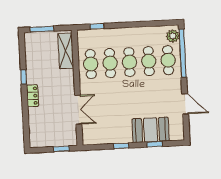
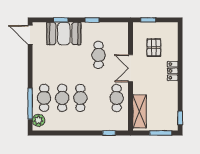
window: (183, 53) -> (30, 104), width x0.68
cafe table: (110, 63) -> (99, 55), moved
window: (24, 77) -> (180, 118), moved
door: (185, 104) -> (30, 35), moved
double door: (78, 110) -> (131, 68), moved
pallet: (54, 120) -> (154, 48), added

